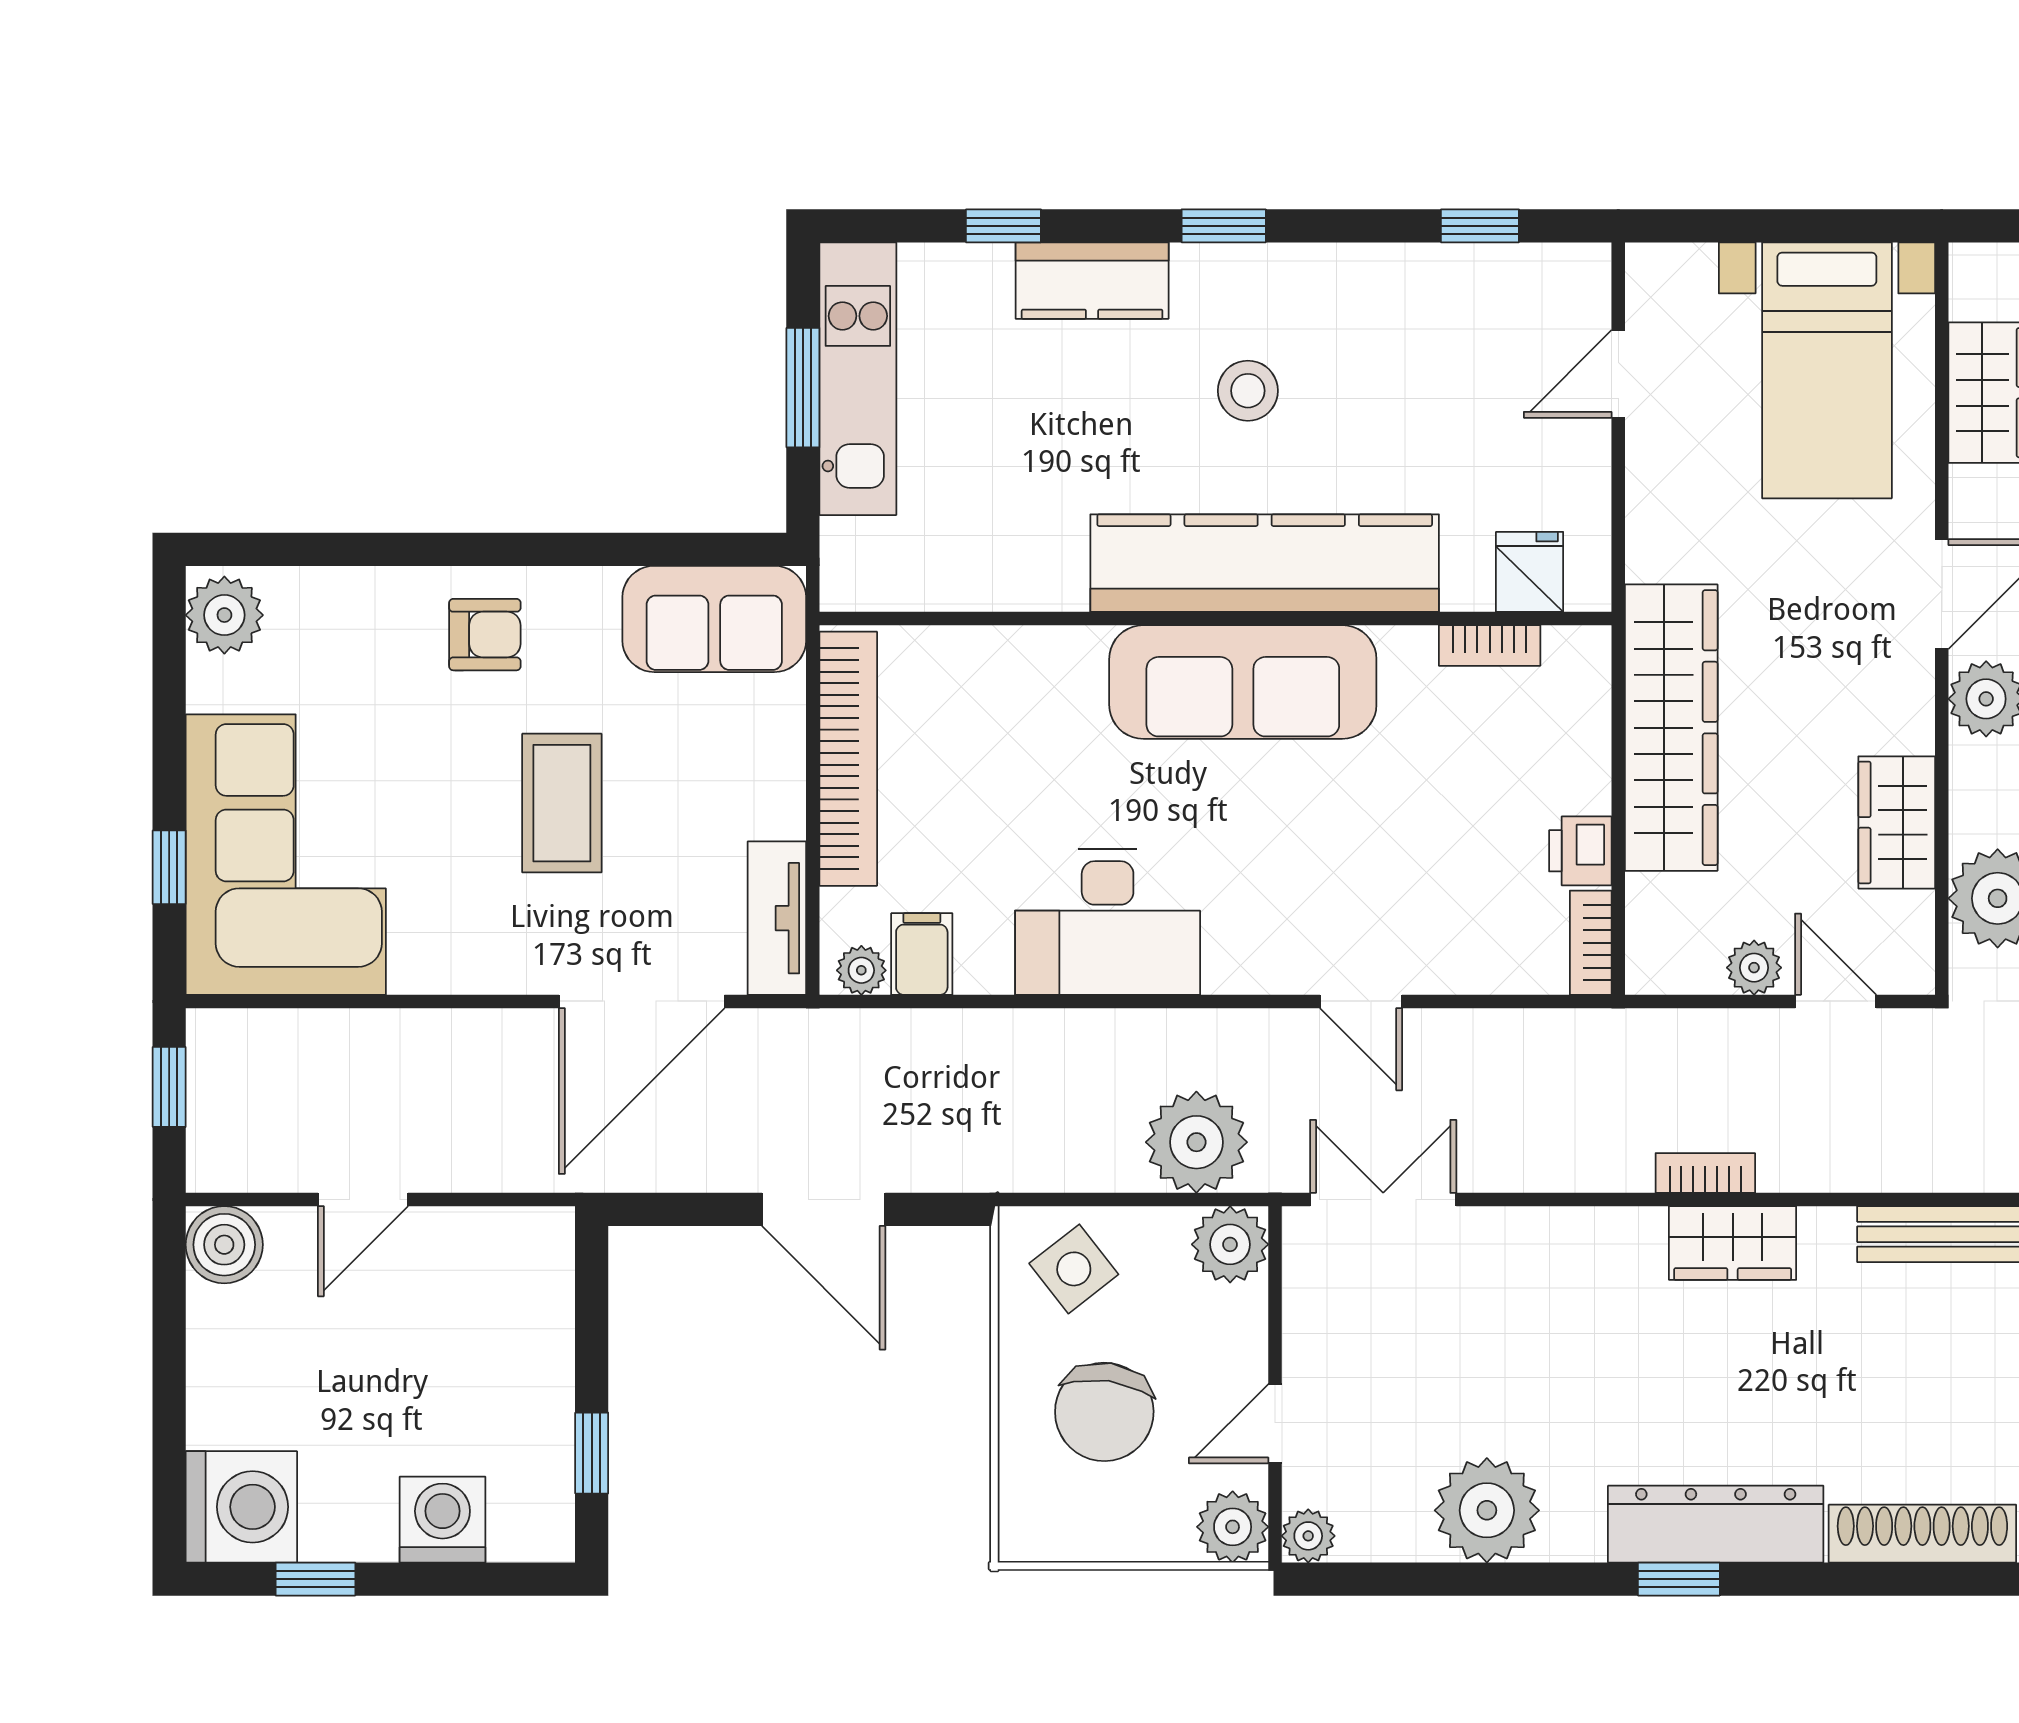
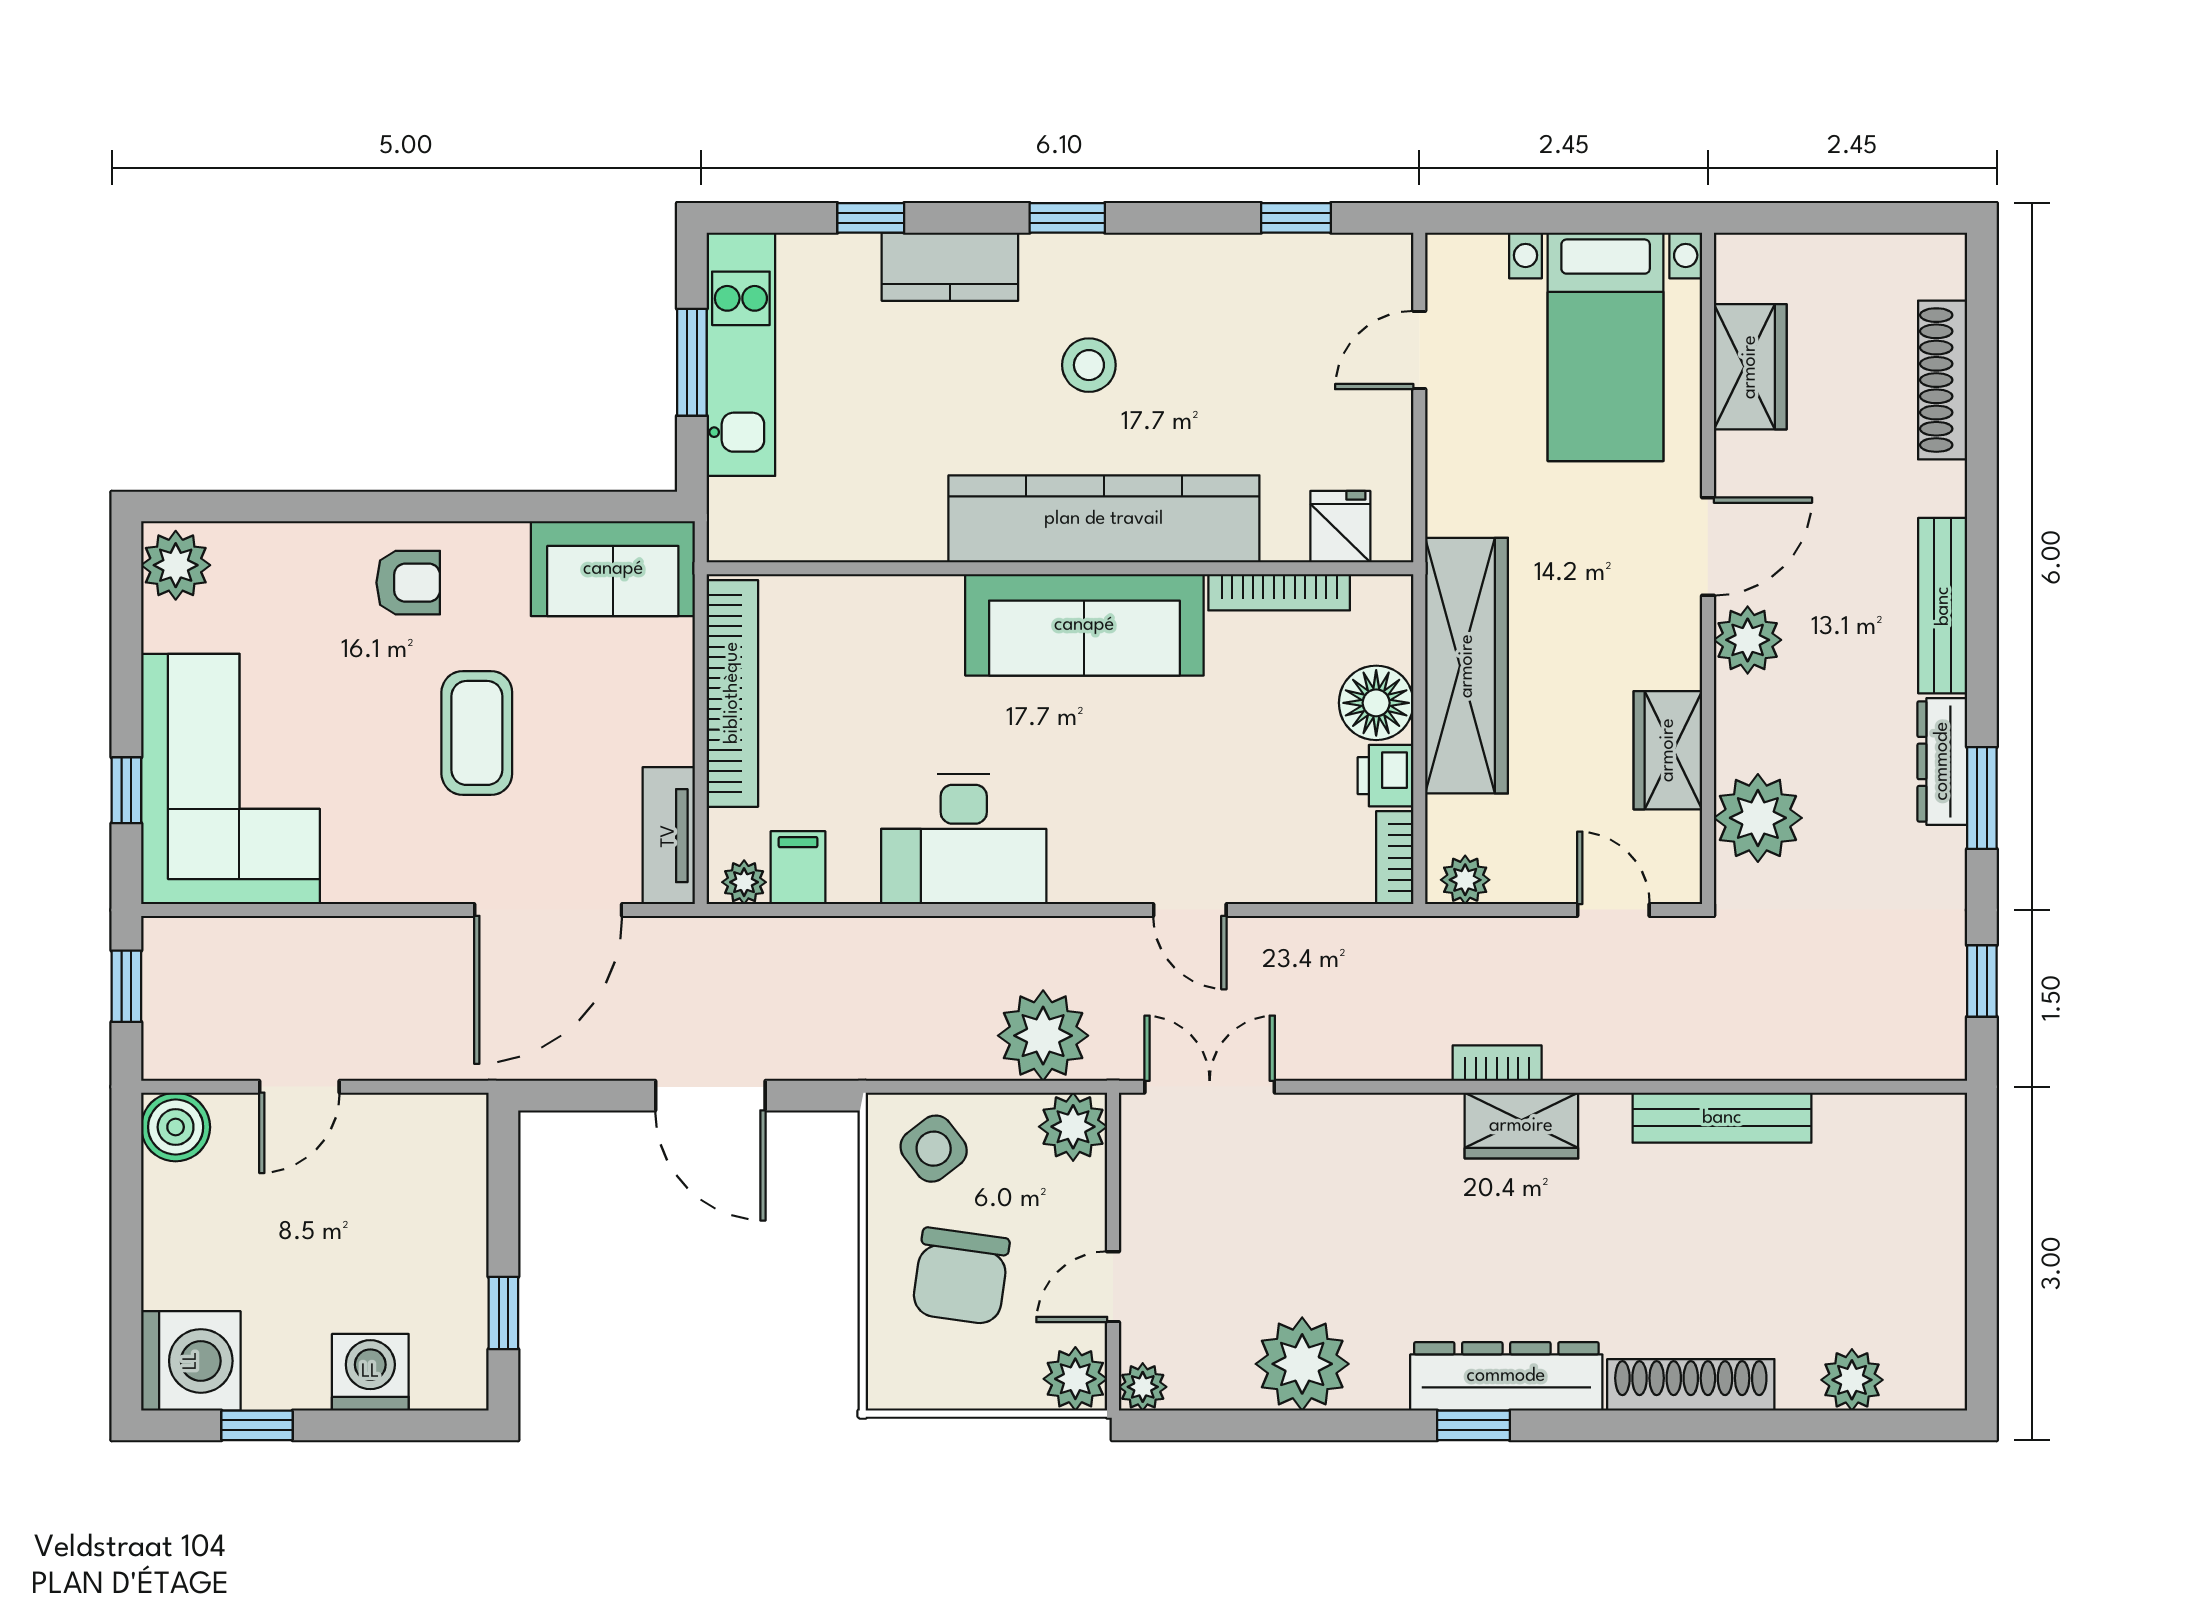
bookcase: (1490, 645) -> (1279, 592), width x1.56
floor lamp: (1570, 769) -> (1376, 703), added
plant: (1754, 968) -> (1465, 880), moved

